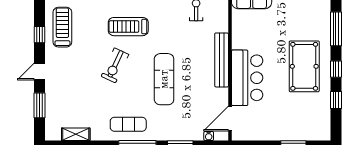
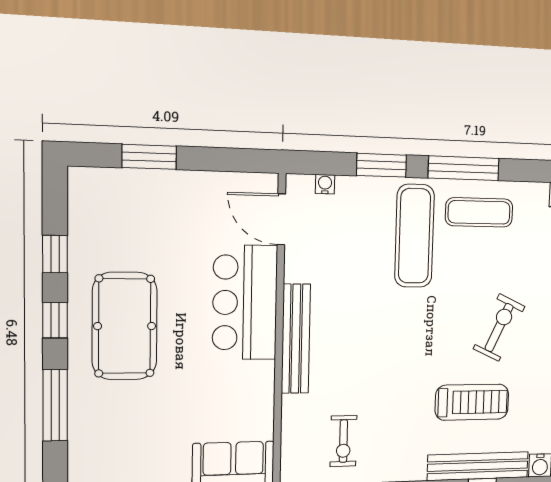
exercise mat: (164, 79) -> (414, 236), moved
door: (230, 118) -> (281, 219), swing flipped

